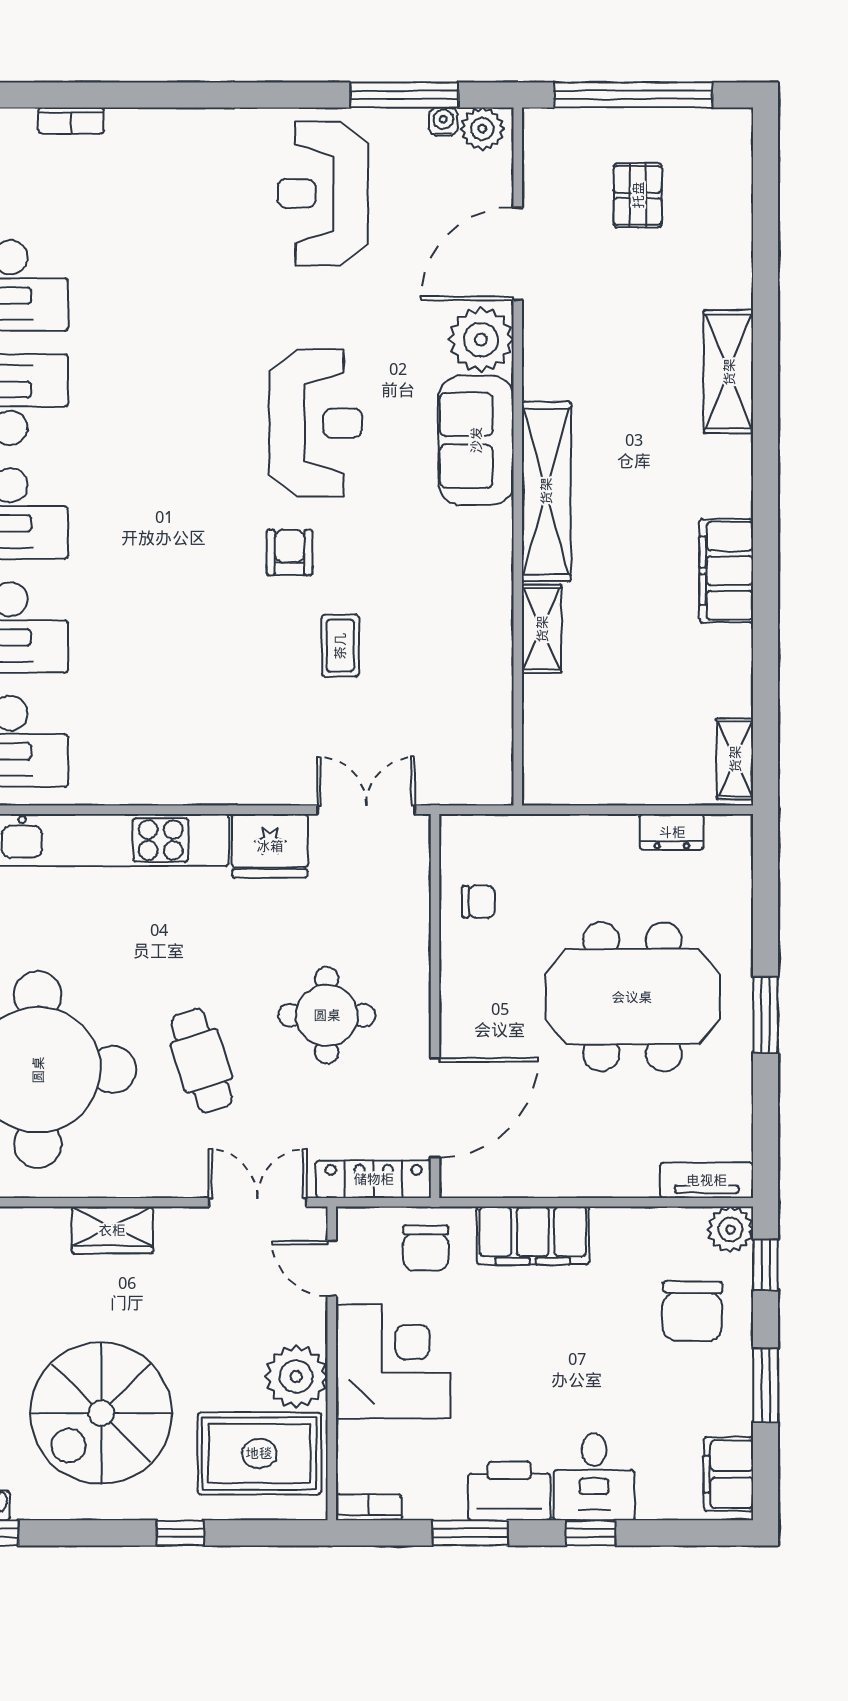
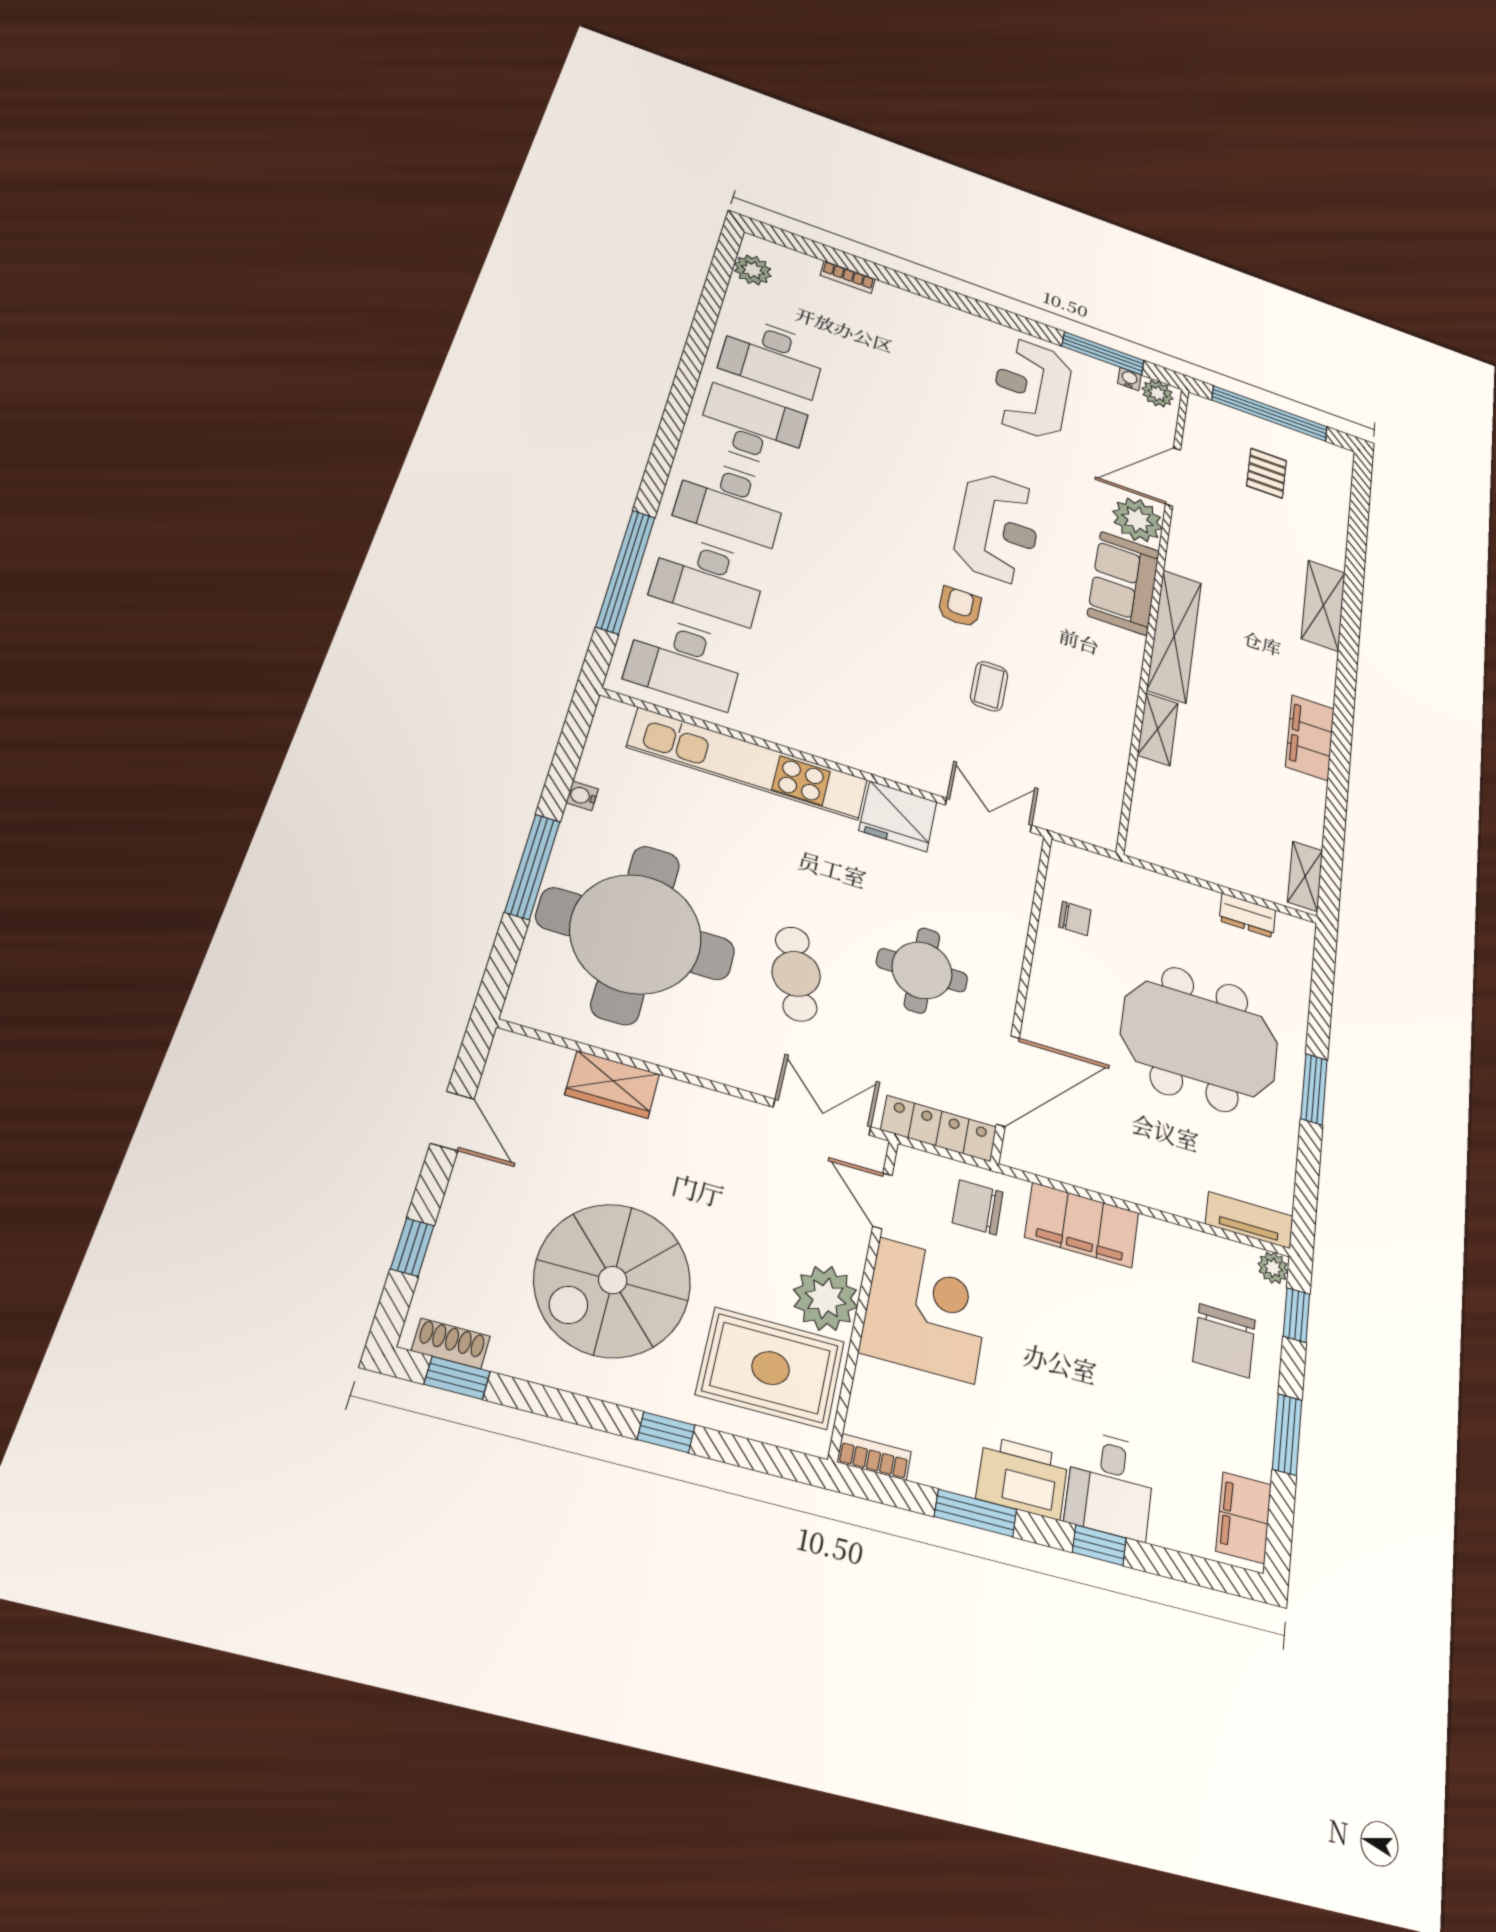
plant: (730, 1229) -> (1273, 1268), width x0.73, depth x0.73
wardrobe: (112, 1230) -> (612, 1084), moved
chair: (426, 1248) -> (978, 1207), turned 90

